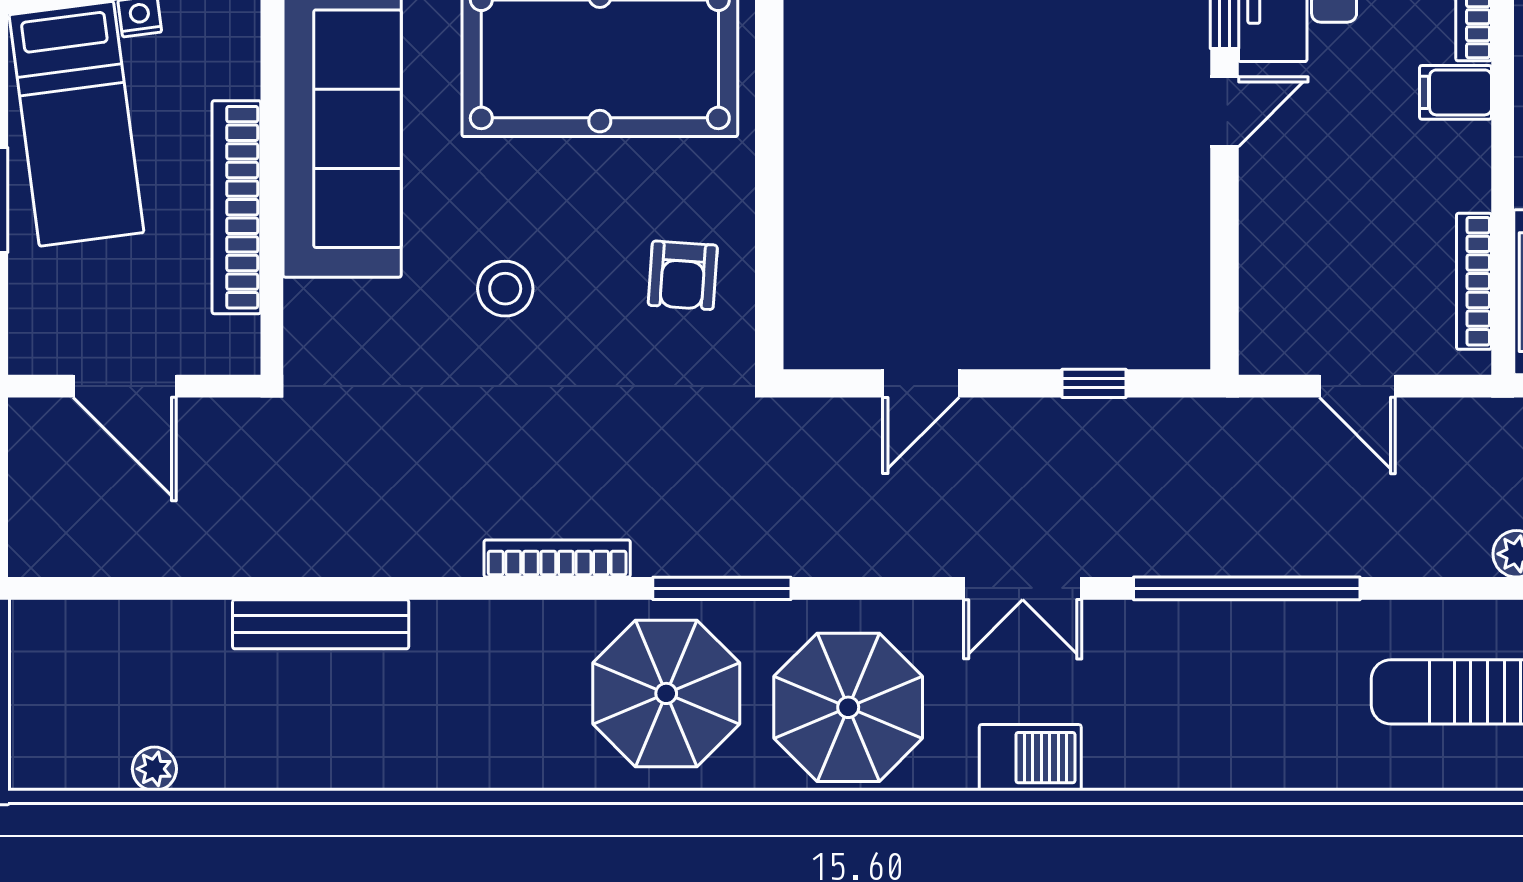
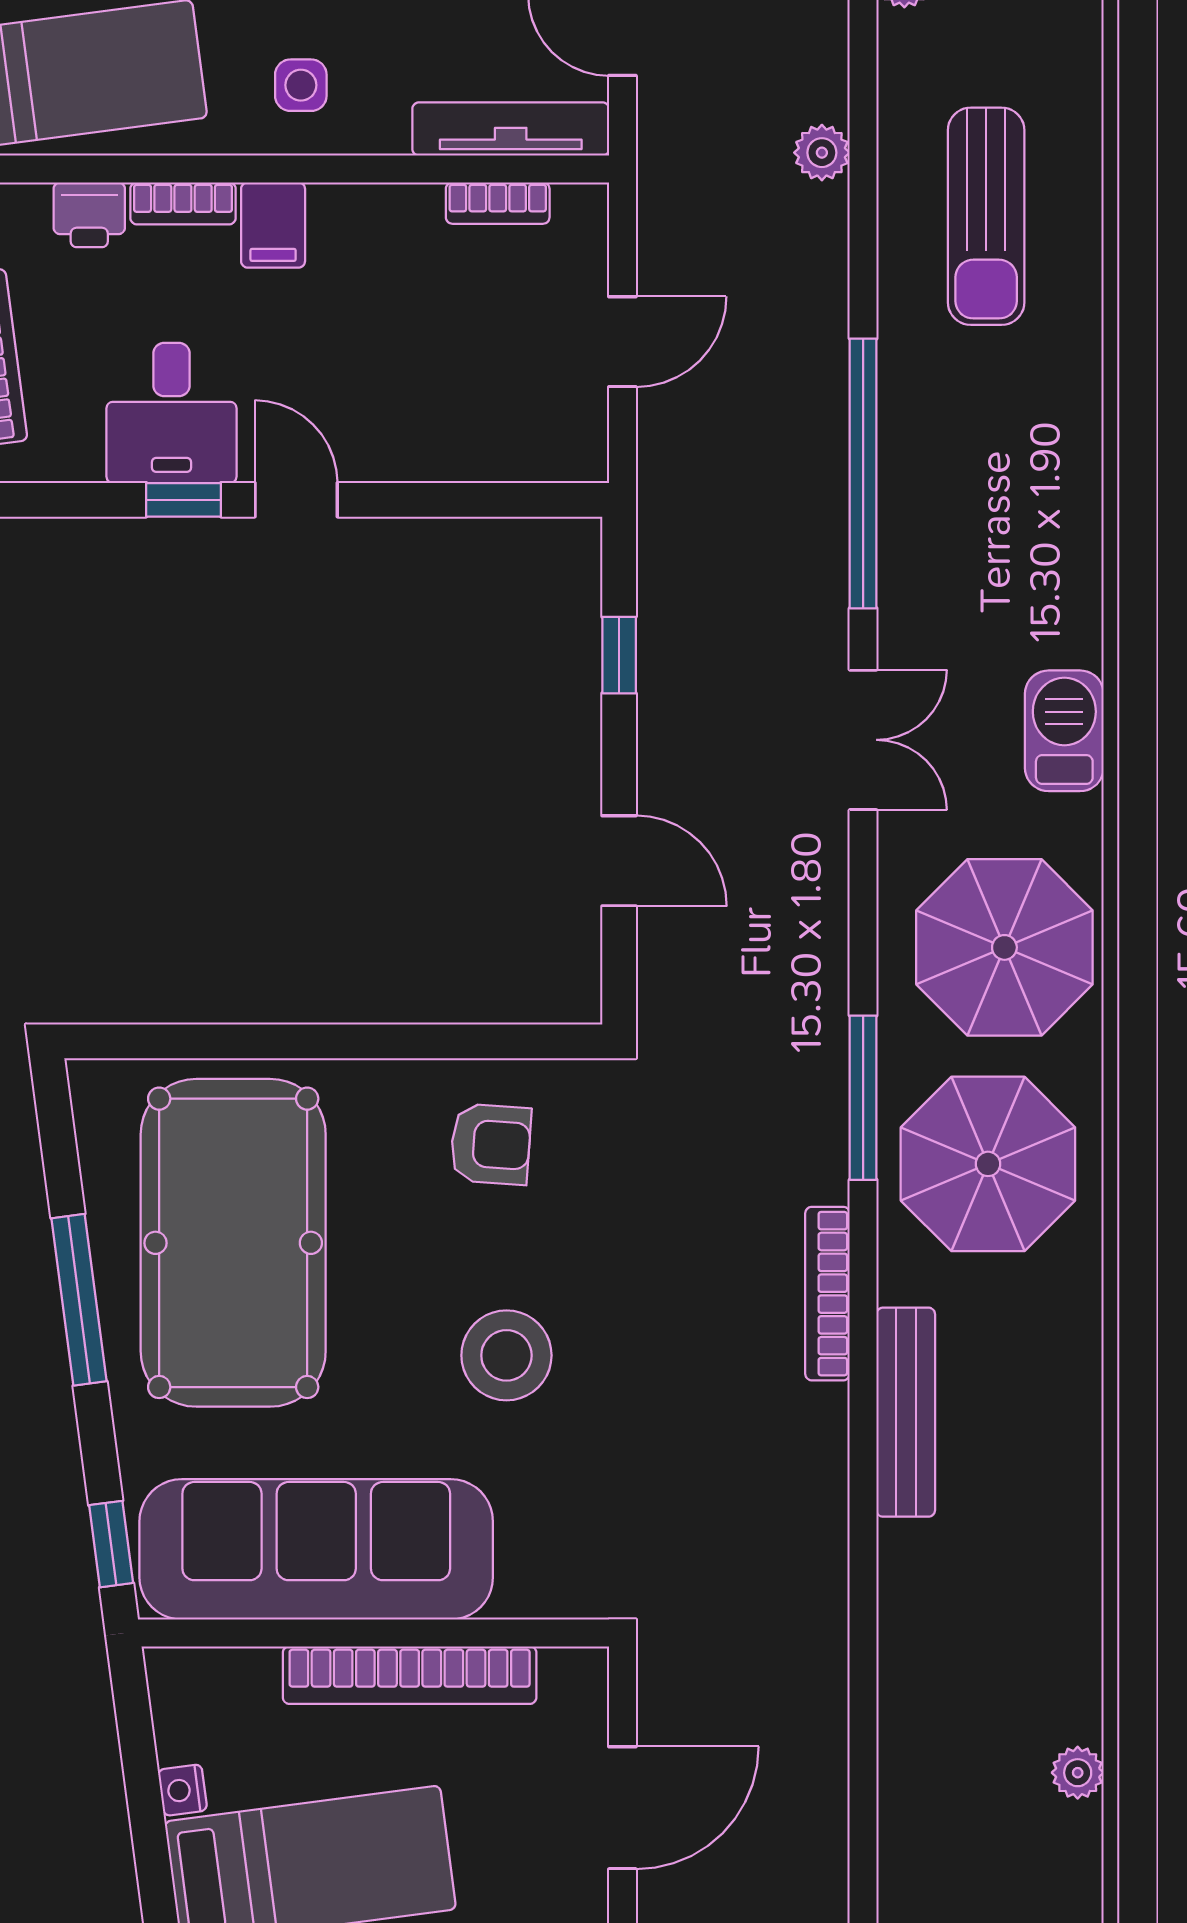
bookcase: (1474, 281) -> (498, 203), width x0.64
stool: (505, 289) -> (506, 1355), width x1.38, depth x1.38
bench: (321, 624) -> (906, 1412), moved

